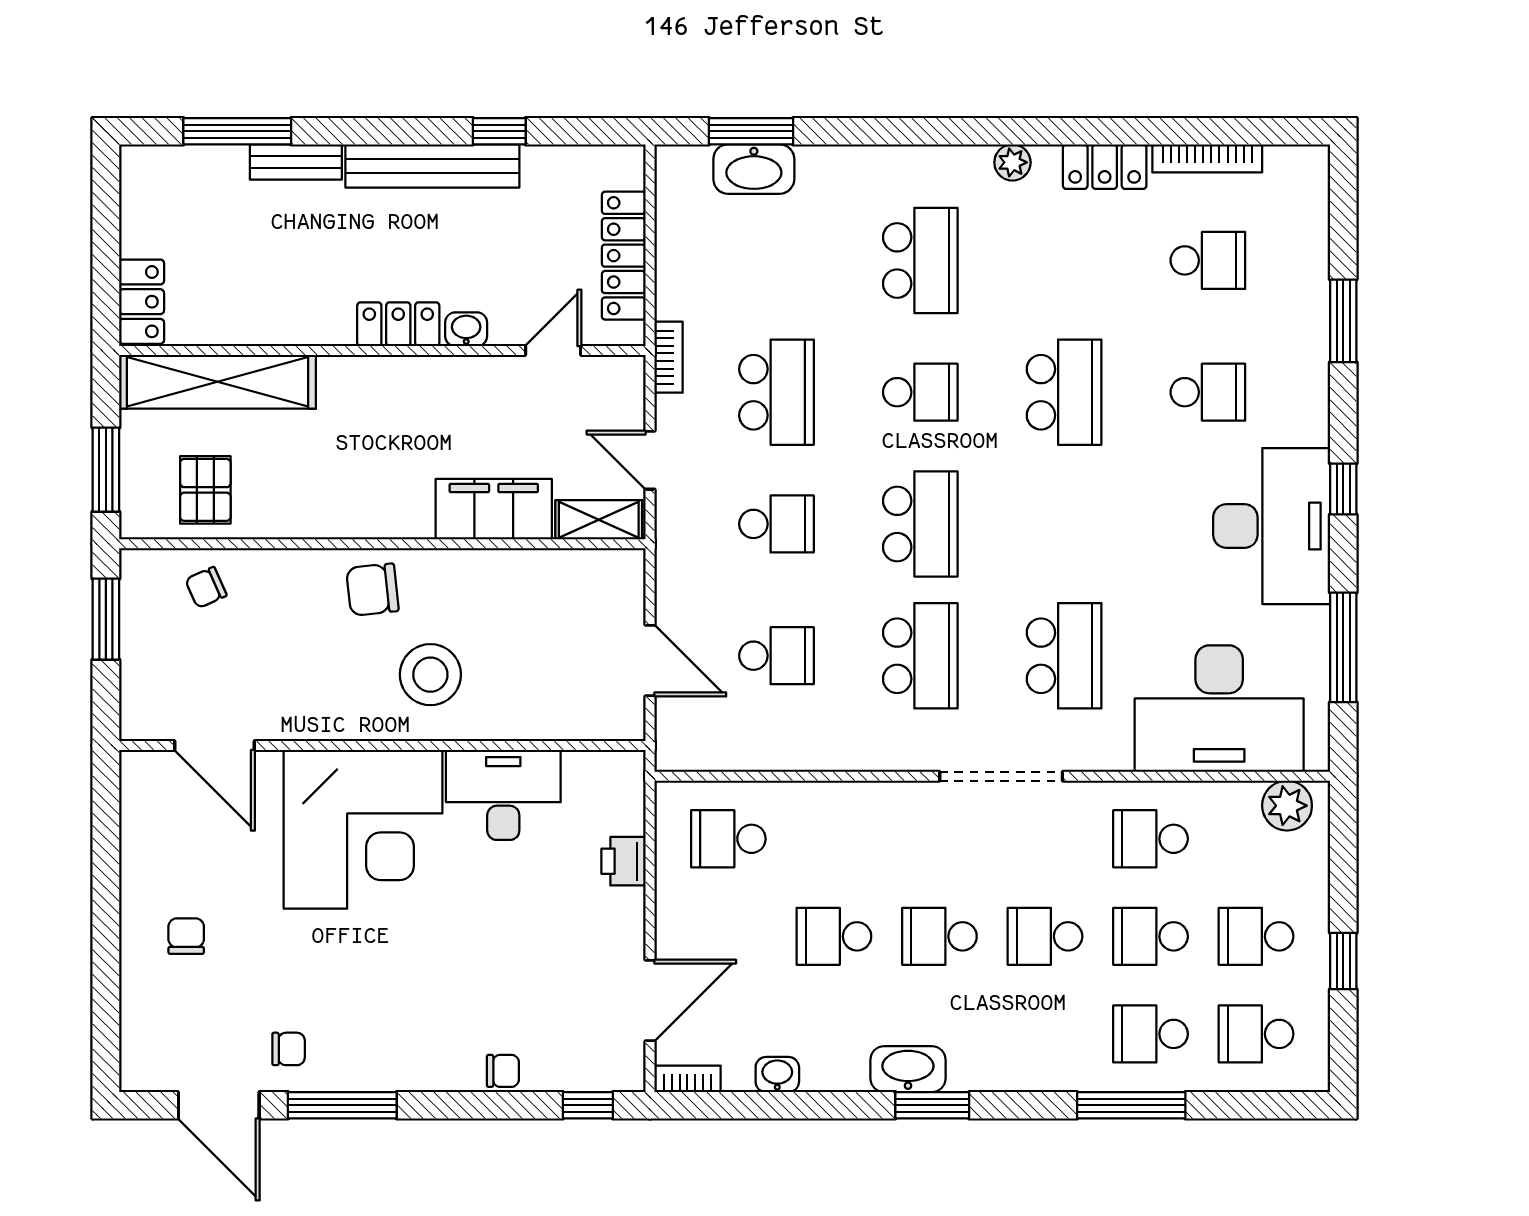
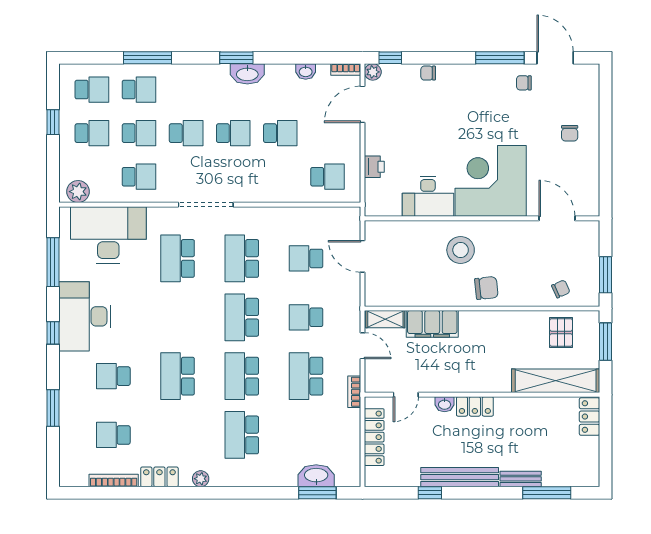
school desk: (920, 392) -> (242, 376), width x1.85
plant: (627, 1073) -> (373, 72), added

